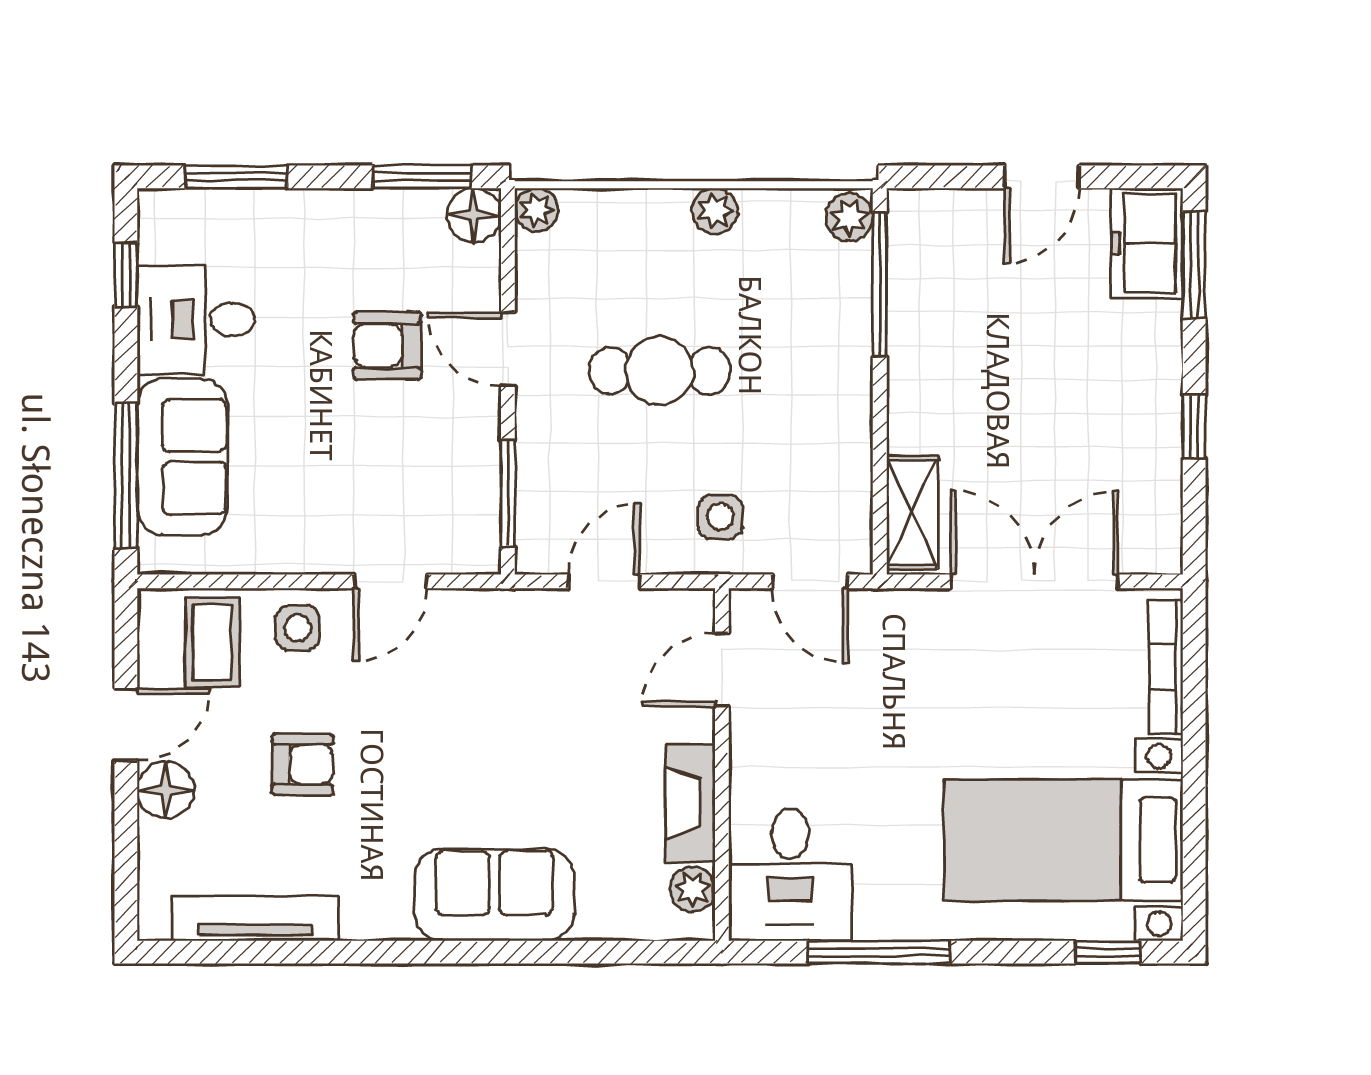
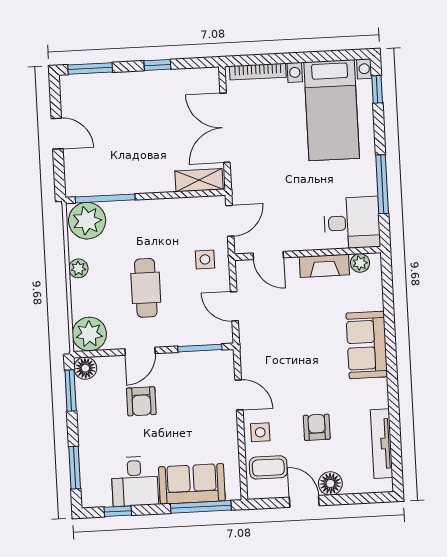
plant: (536, 210) -> (89, 334), width x1.88, depth x1.88
plant: (849, 217) -> (87, 221), width x1.87, depth x1.87
freezer: (1147, 243) -> (82, 88), removed

